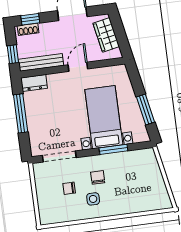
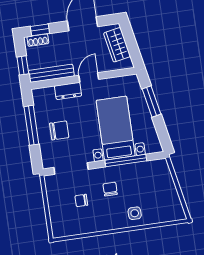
dresser: (34, 83) -> (68, 91), moved
window: (146, 109) -> (151, 102), moved
chair: (48, 119) -> (59, 130), added
window: (113, 149) -> (126, 161), width x1.44
side table: (93, 199) -> (135, 213), moved

